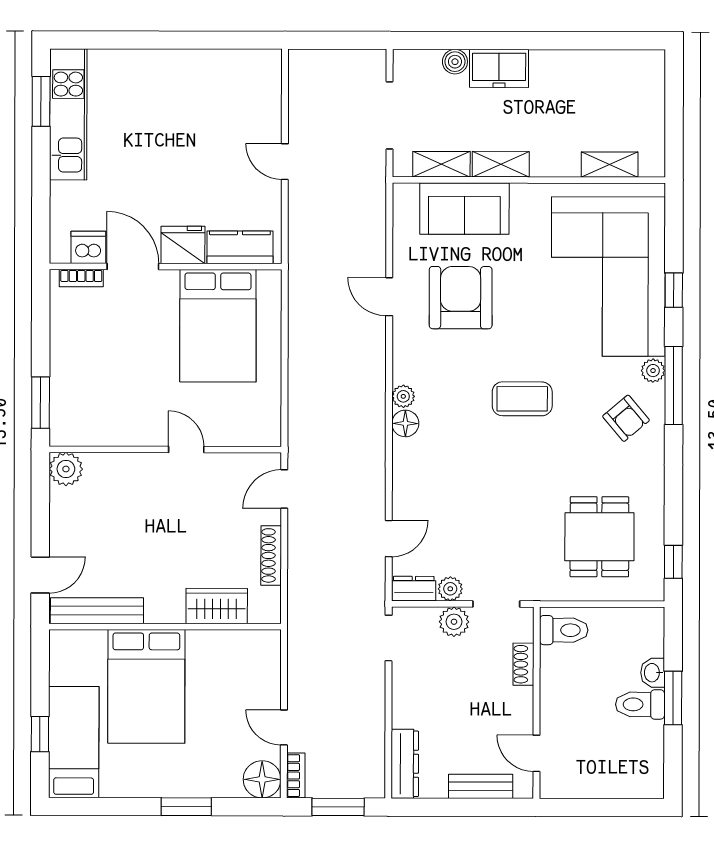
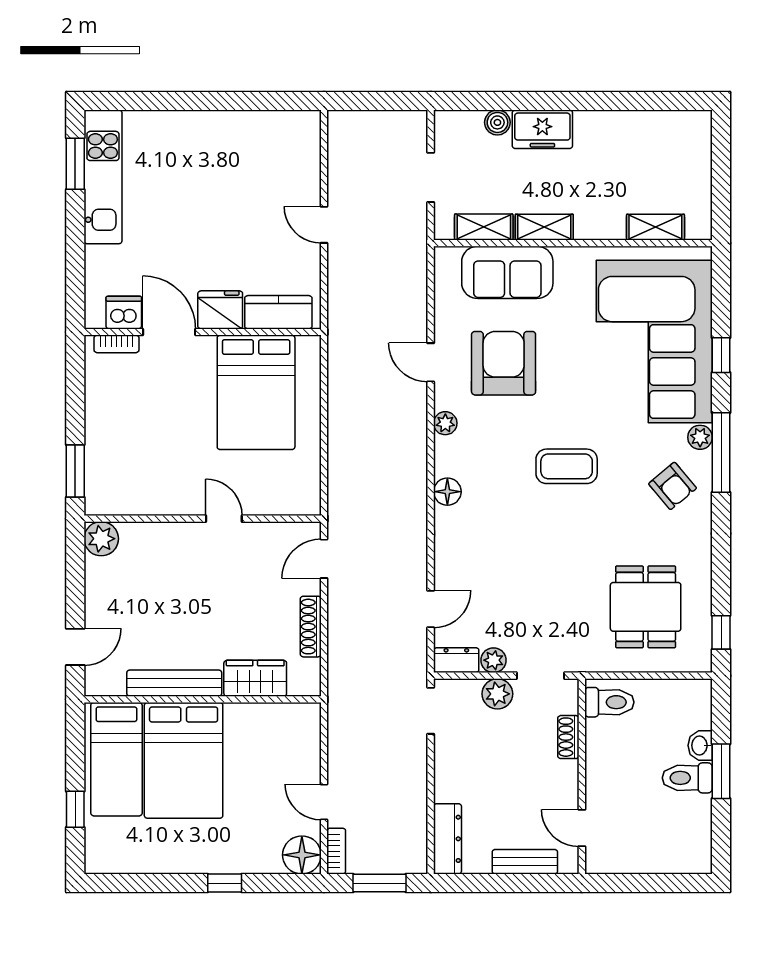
doorway: (389, 115) -> (431, 177), width x0.73
plant: (403, 396) -> (445, 423), moved
bench: (97, 611) -> (174, 683), moved
bed: (74, 742) -> (116, 759), moved, turned 180
window: (186, 807) -> (225, 883), width x0.67

